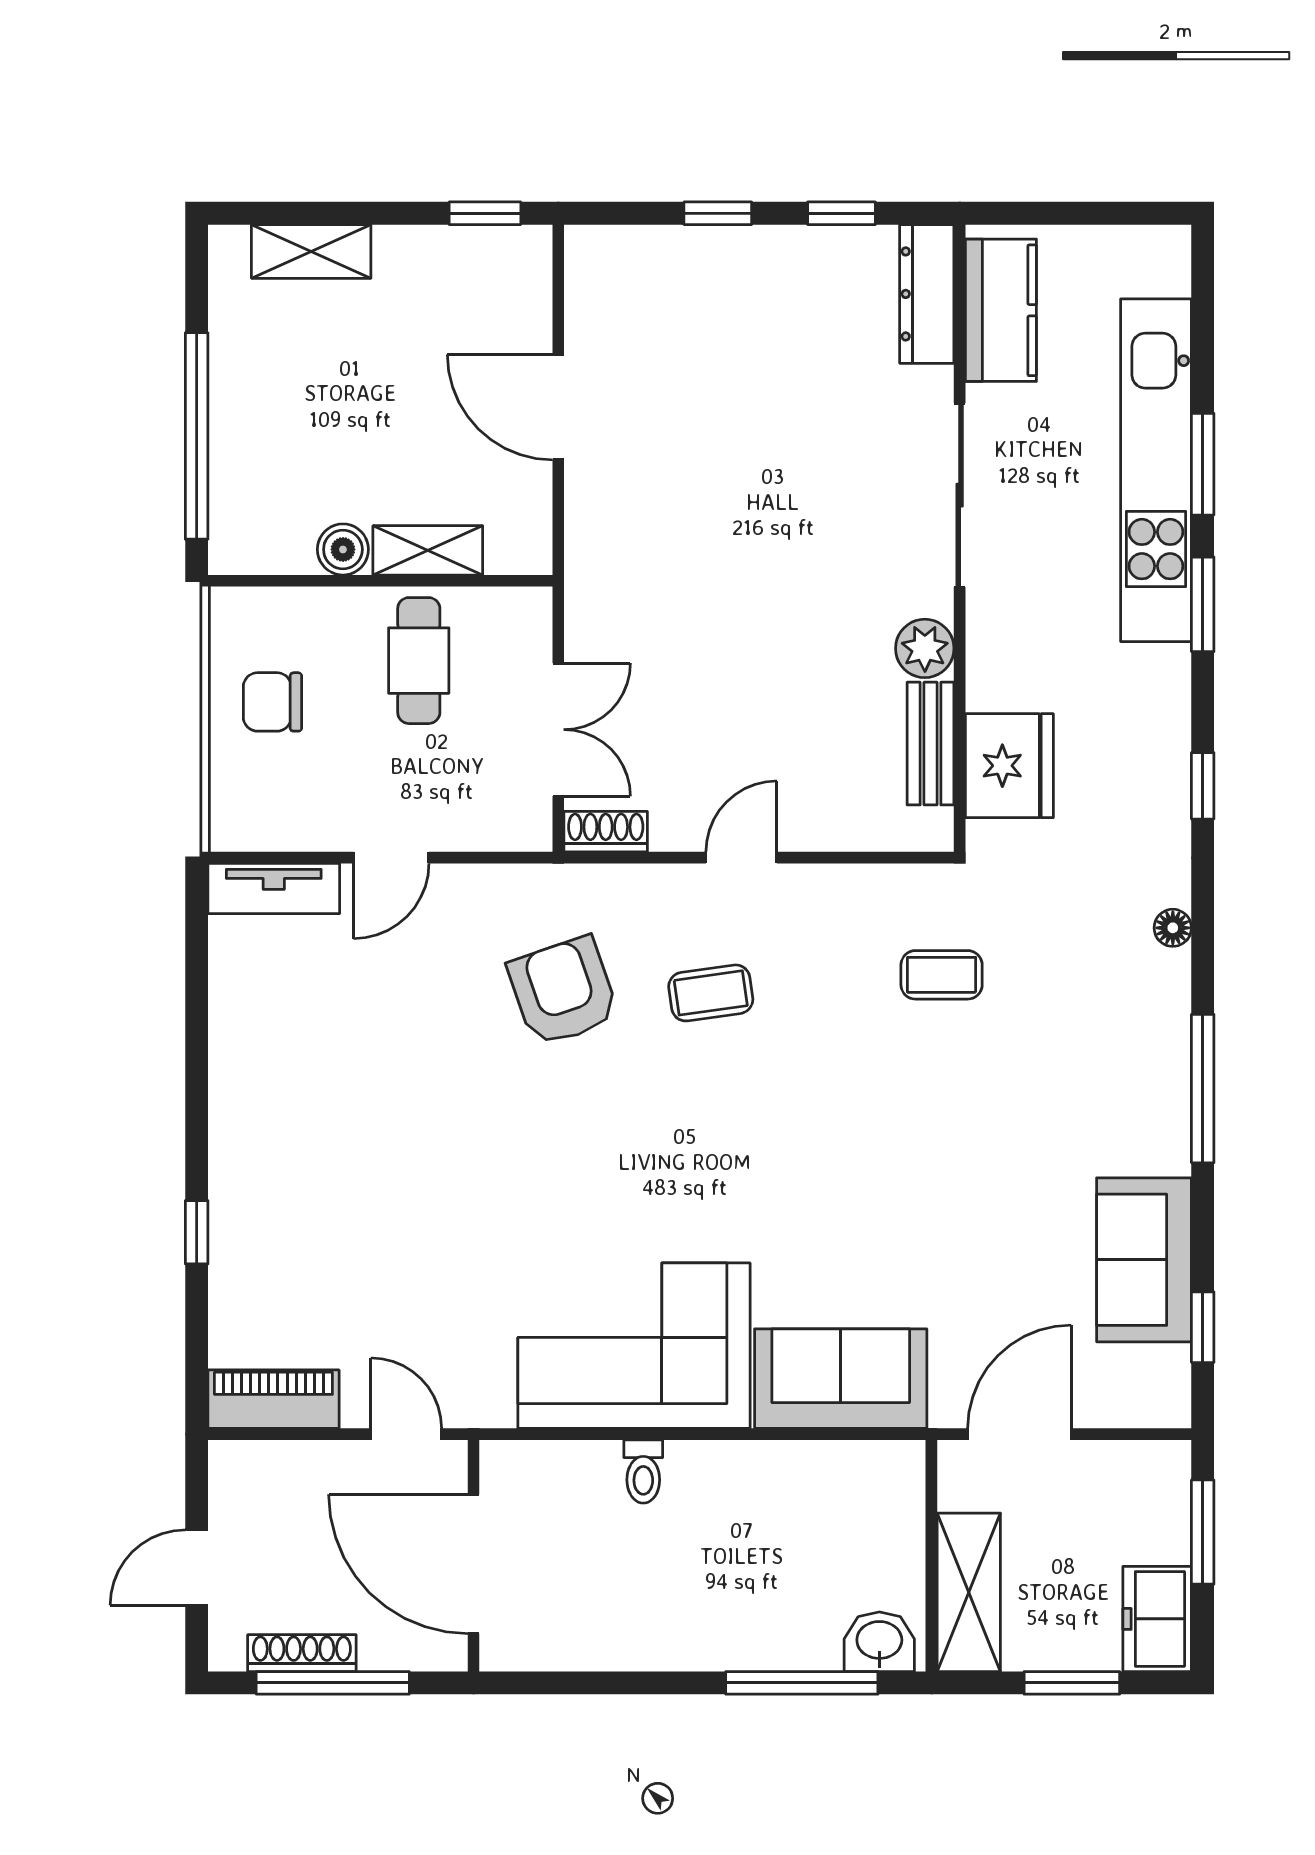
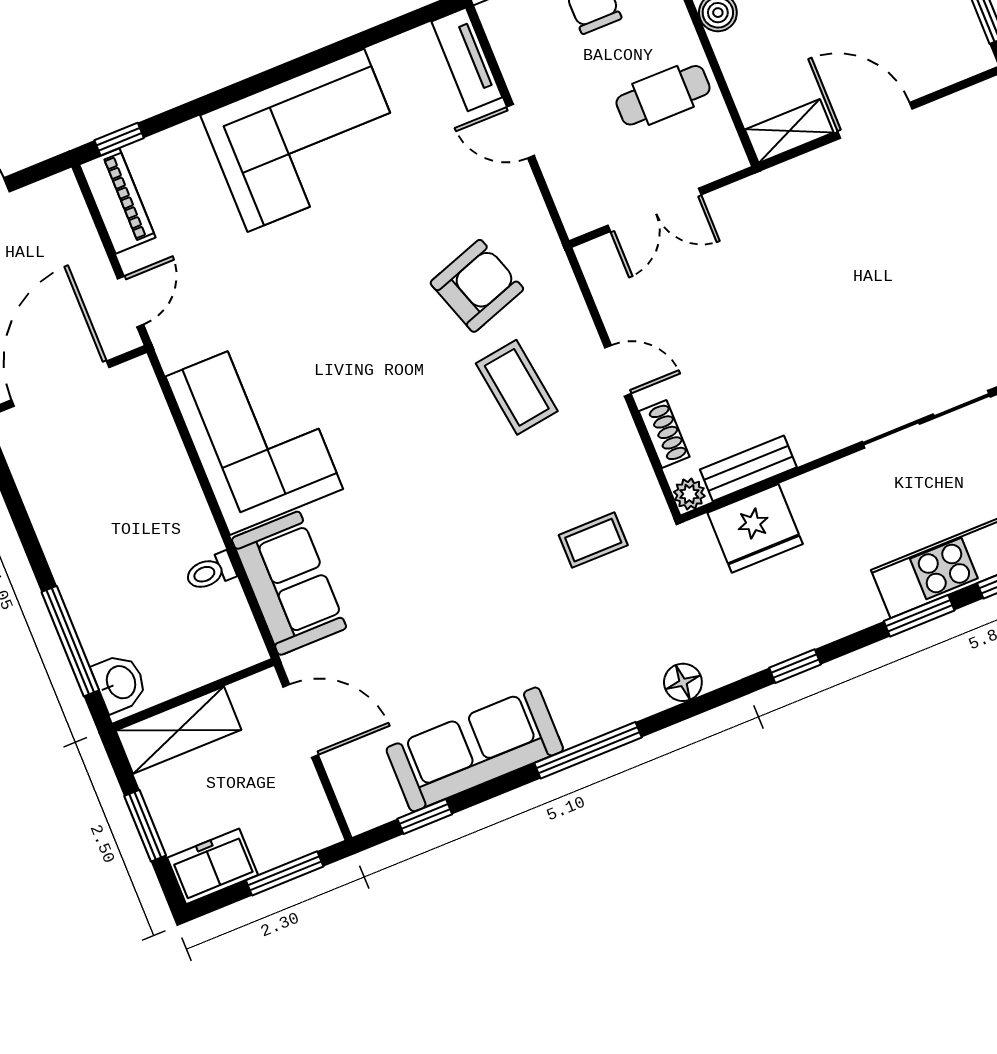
door: (558, 407) -> (875, 120), hinge flipped
shelving: (428, 550) -> (789, 131), moved, turned 90
plant: (925, 648) -> (689, 494), moved, width x0.73, depth x0.73
shoe rack: (606, 832) -> (664, 434), moved
floor lamp: (1173, 928) -> (683, 682), width x1.37, depth x1.37
coffee table: (942, 975) -> (593, 540), turned 90
coffee table: (711, 993) -> (517, 387), width x1.36, depth x1.30
corner sofa: (293, 1132) -> (306, 140), added
window: (197, 1232) -> (119, 139), moved
sofa: (1144, 1260) -> (475, 749), width x1.36
toilet: (643, 1472) -> (210, 572), moved

